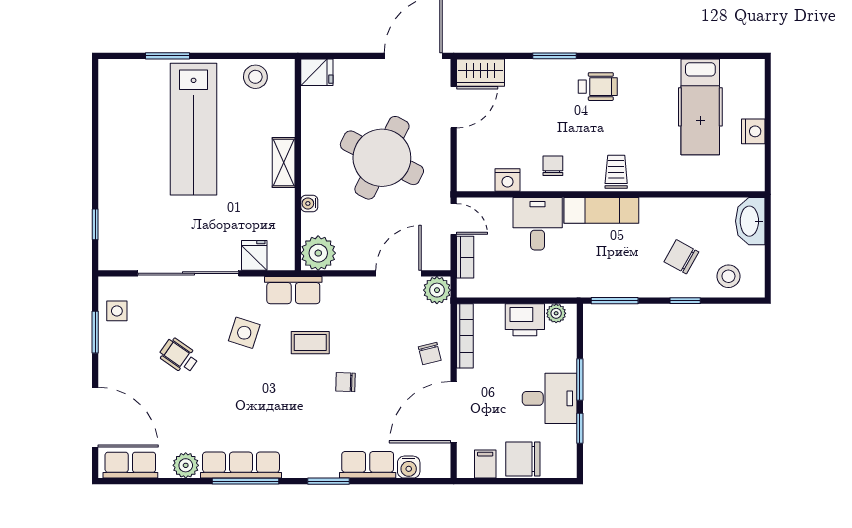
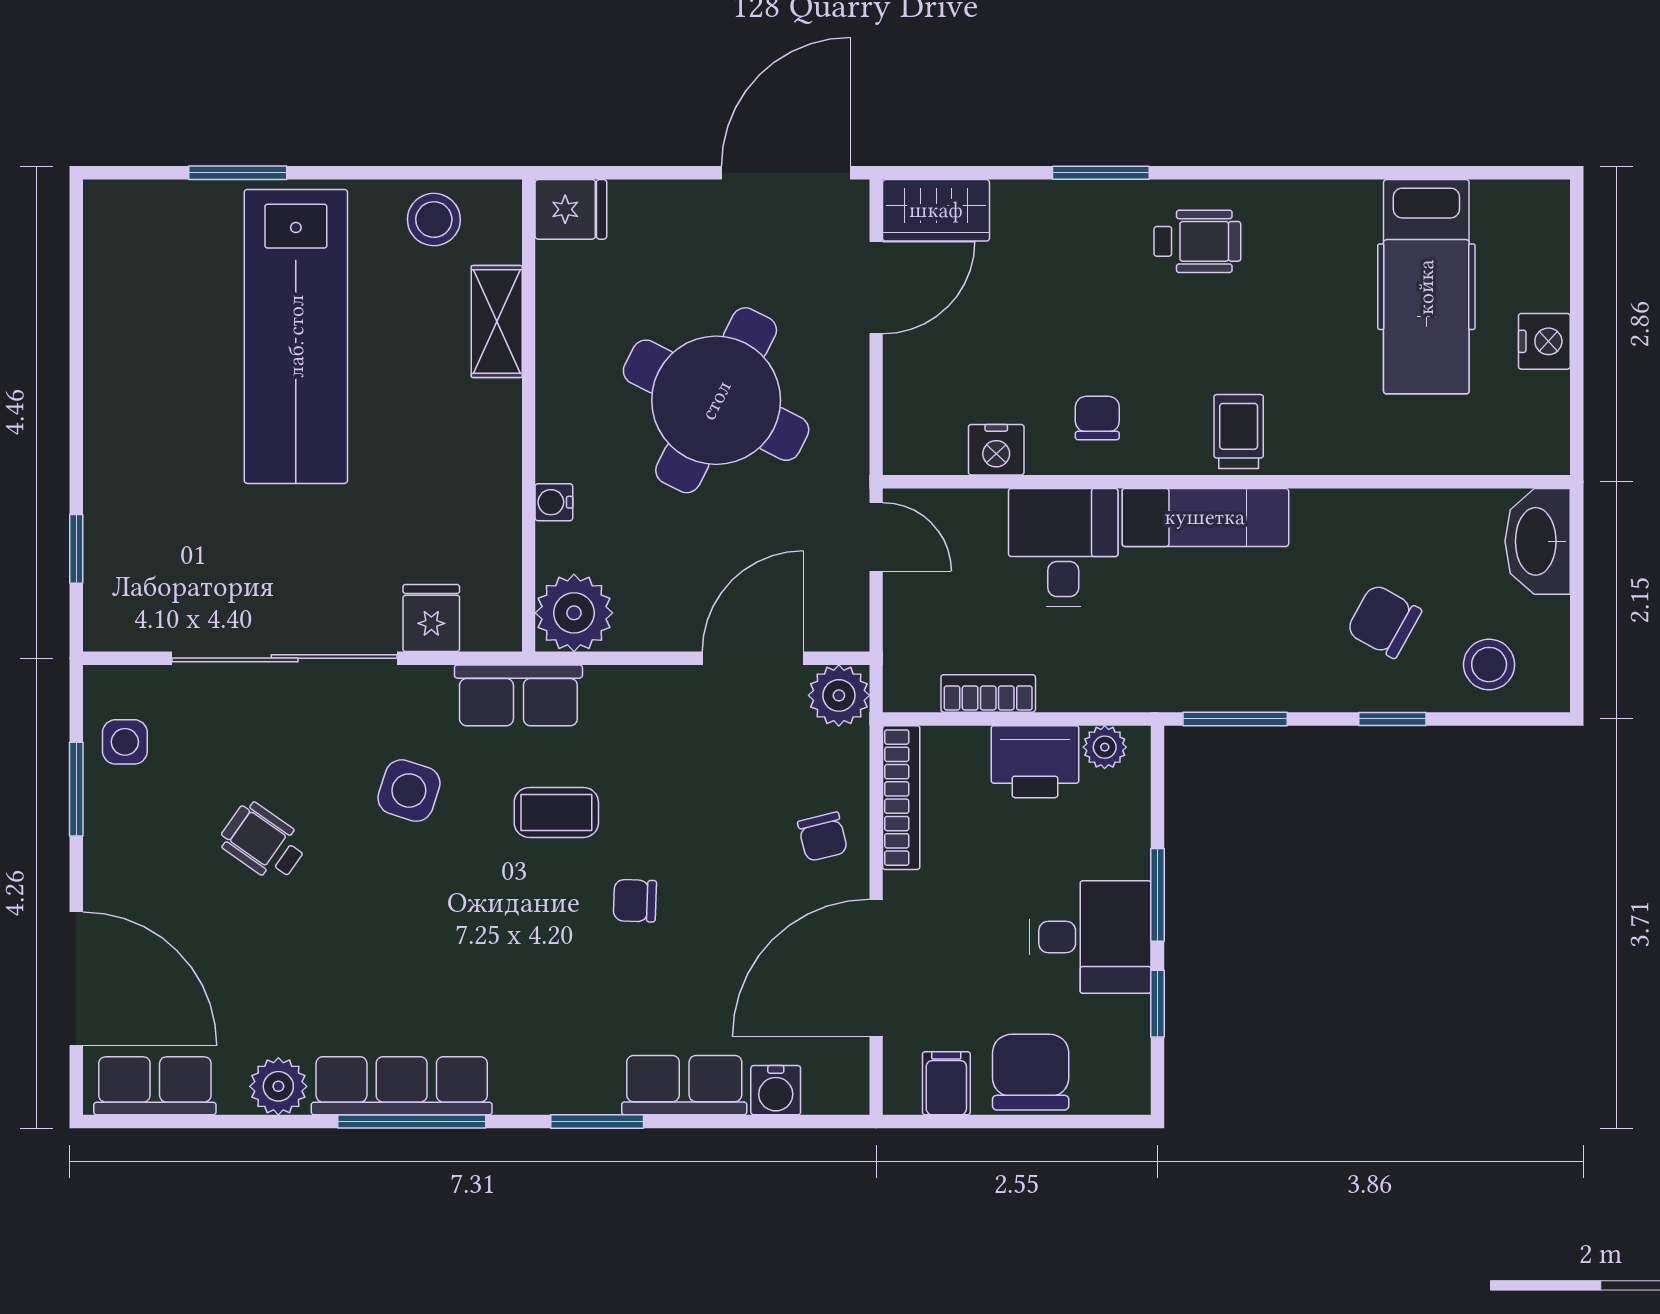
shelving: (284, 163) -> (497, 322), moved
bookcase: (465, 257) -> (988, 693), moved, turned -90
chair: (523, 459) -> (1031, 1072), turned 90

